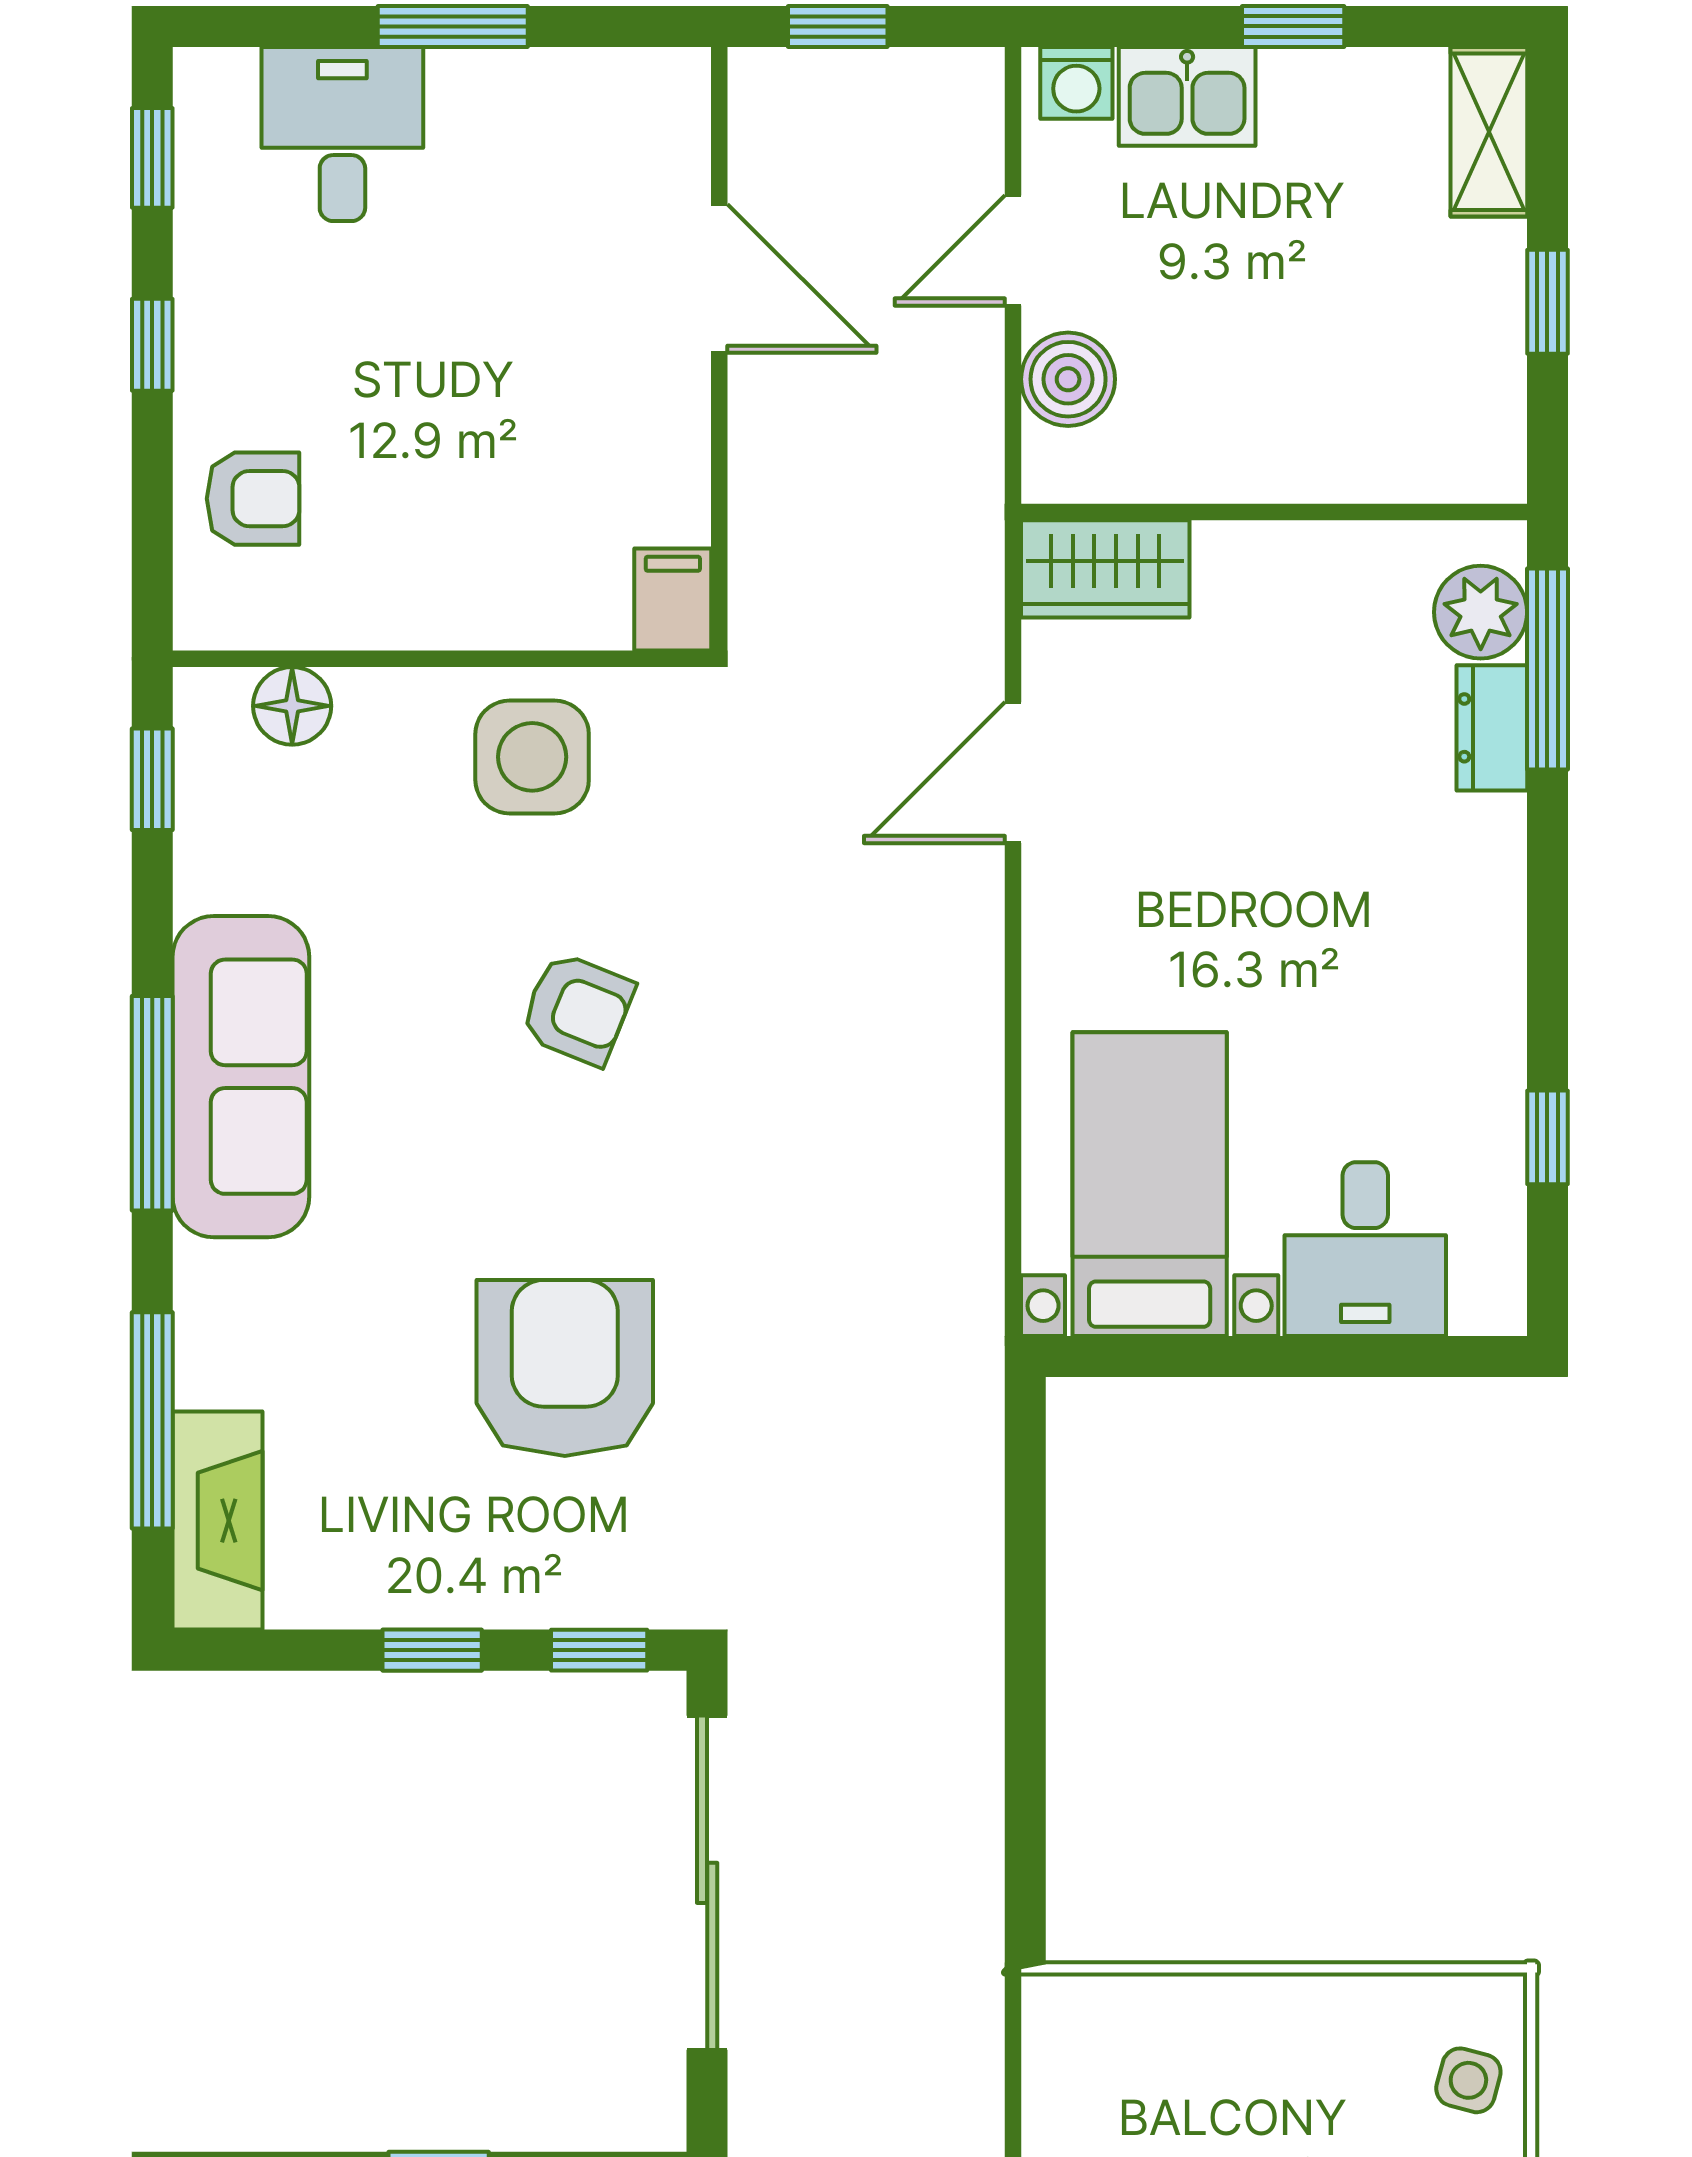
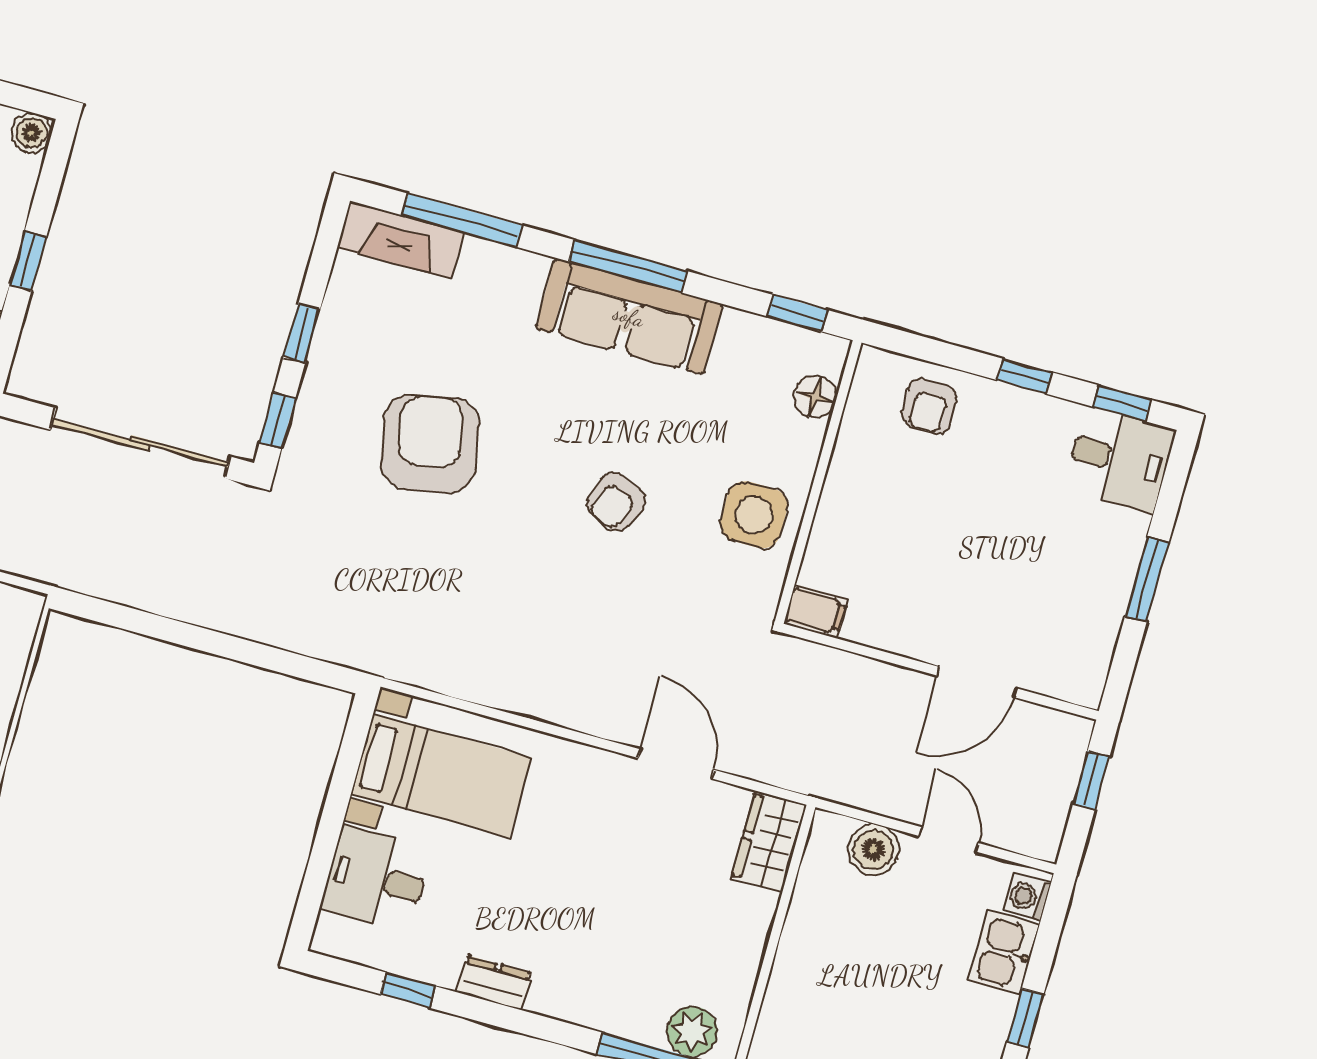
desk: (342, 134) -> (1120, 460), moved
dresser: (1492, 728) -> (494, 983), moved
armchair: (565, 1368) -> (430, 443), turned -101

